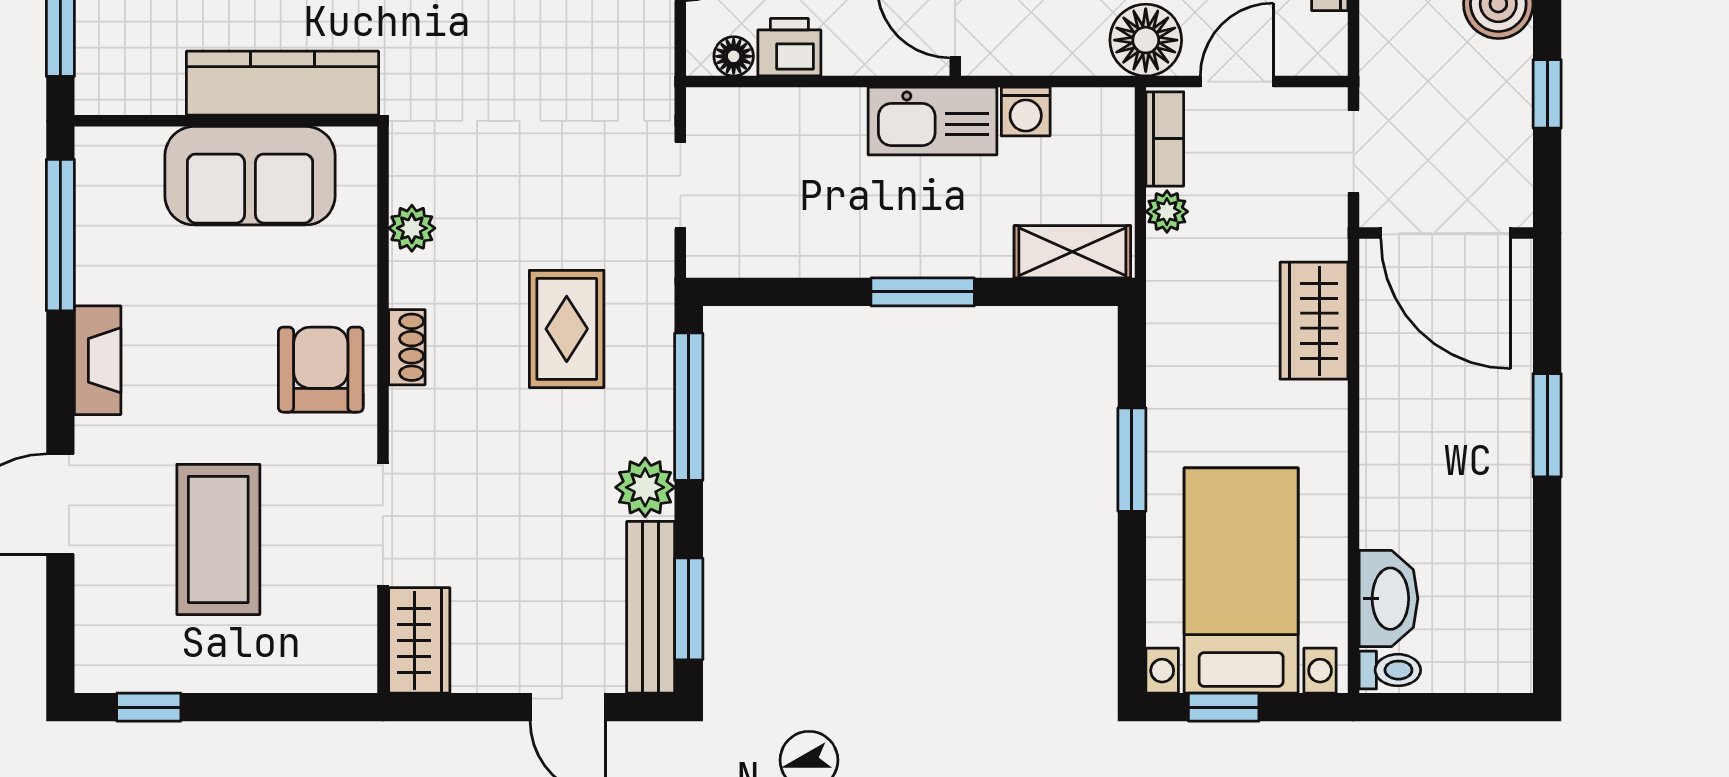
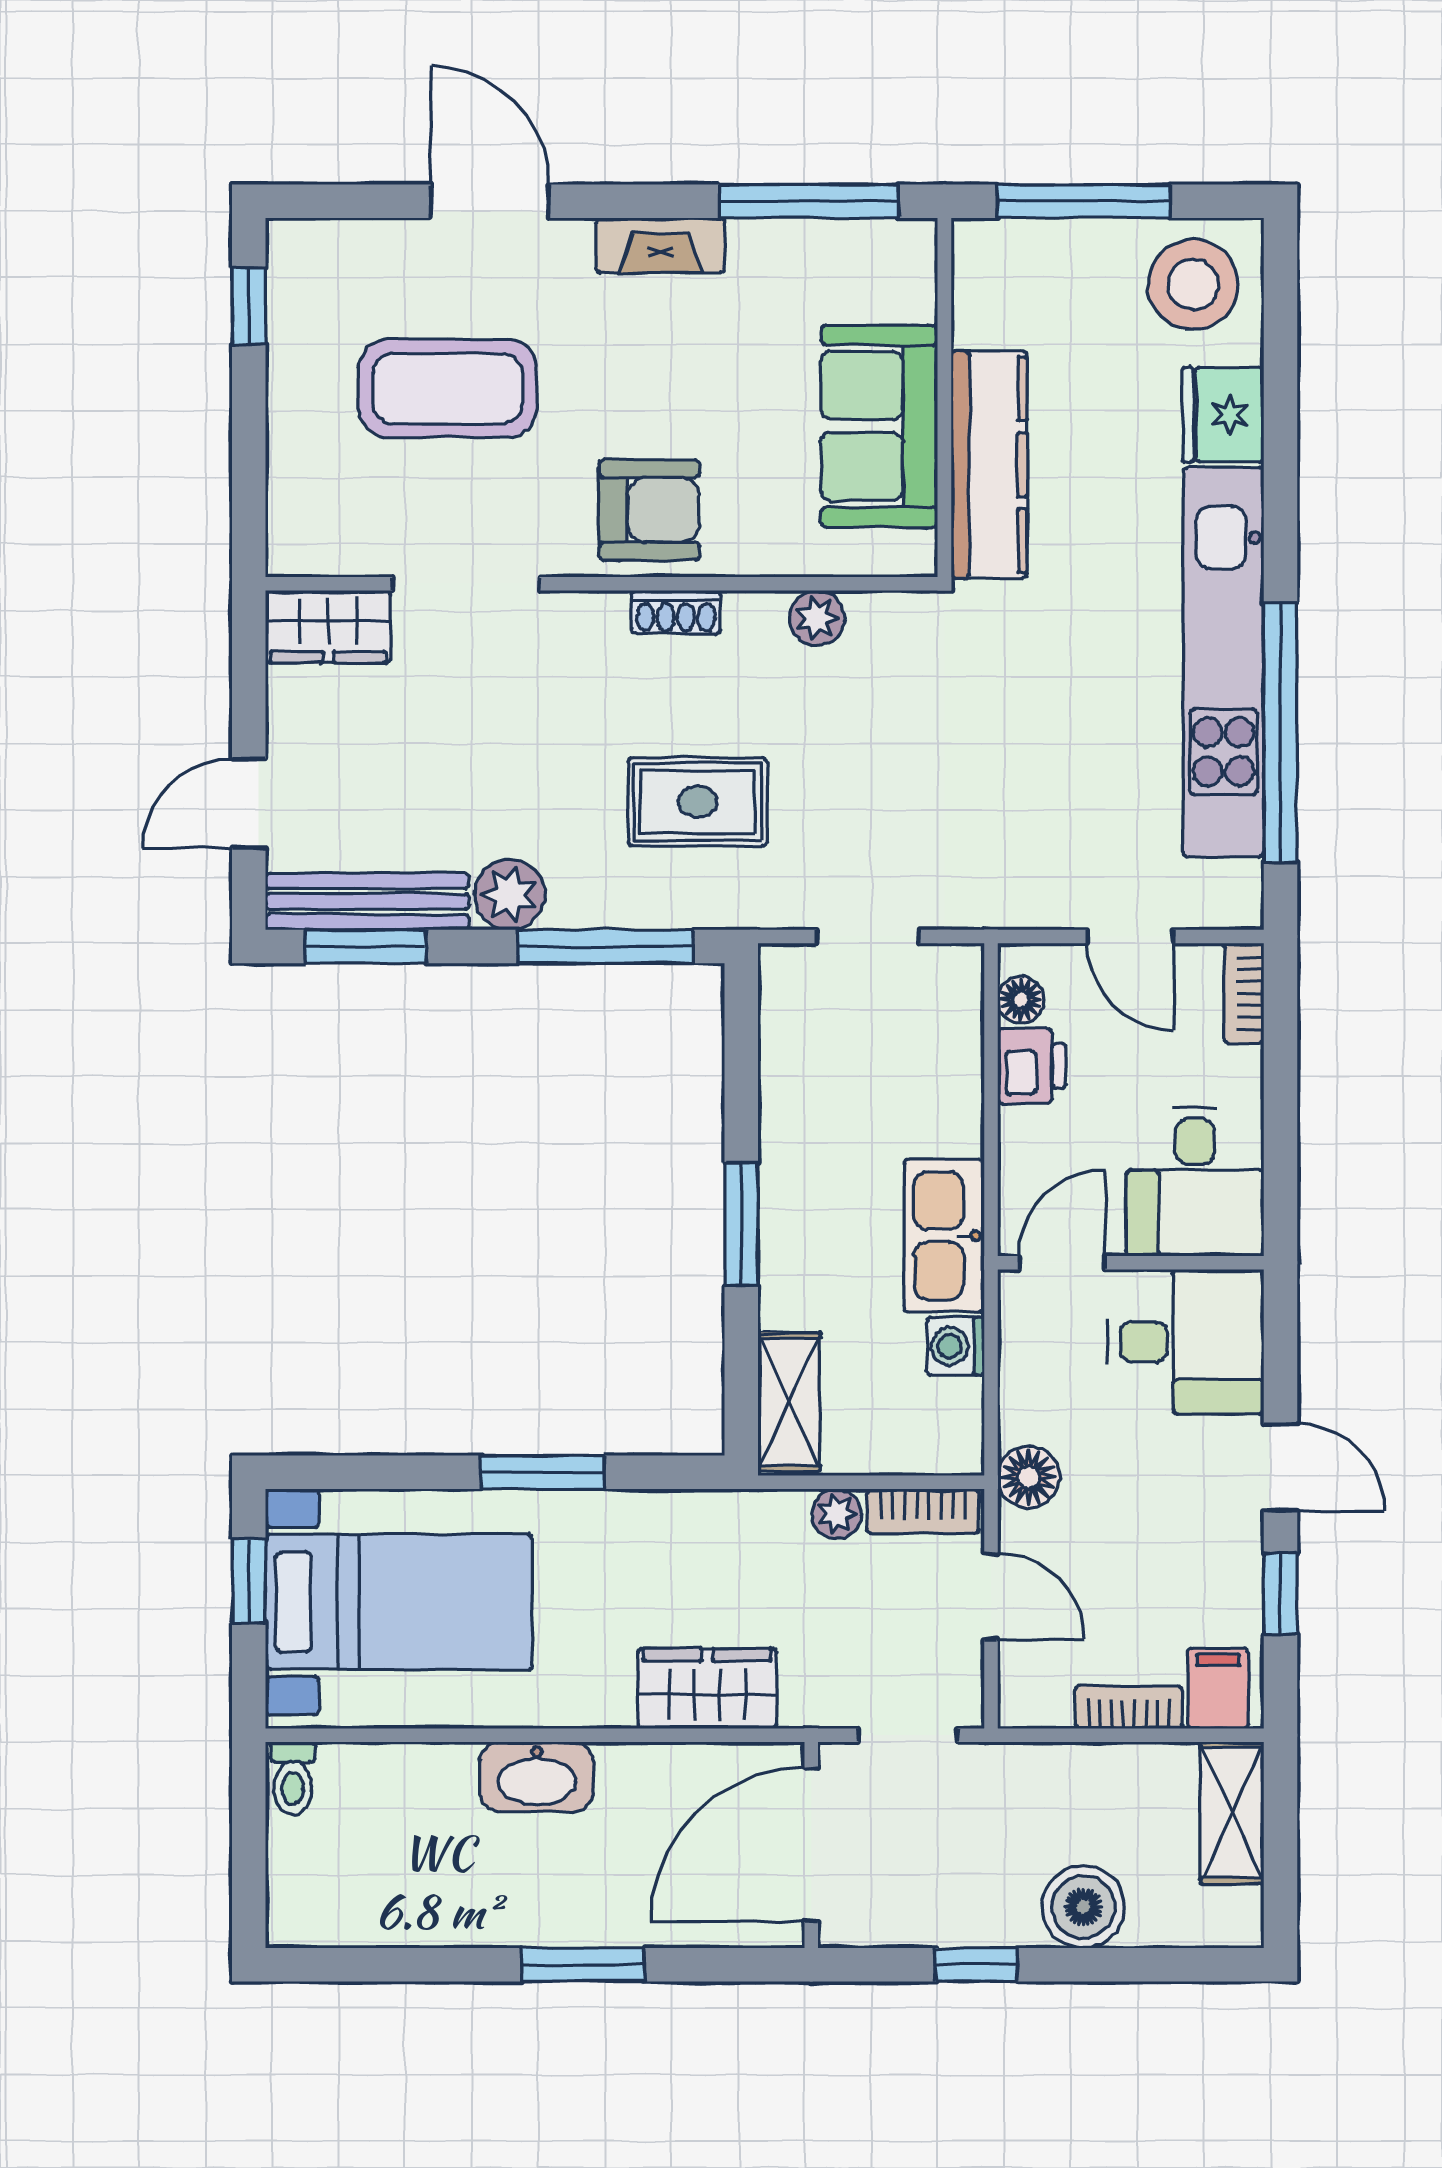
floor lamp: (1146, 40) -> (1029, 1477), width x0.73, depth x0.73
washbasin: (1389, 599) -> (537, 1777), moved

